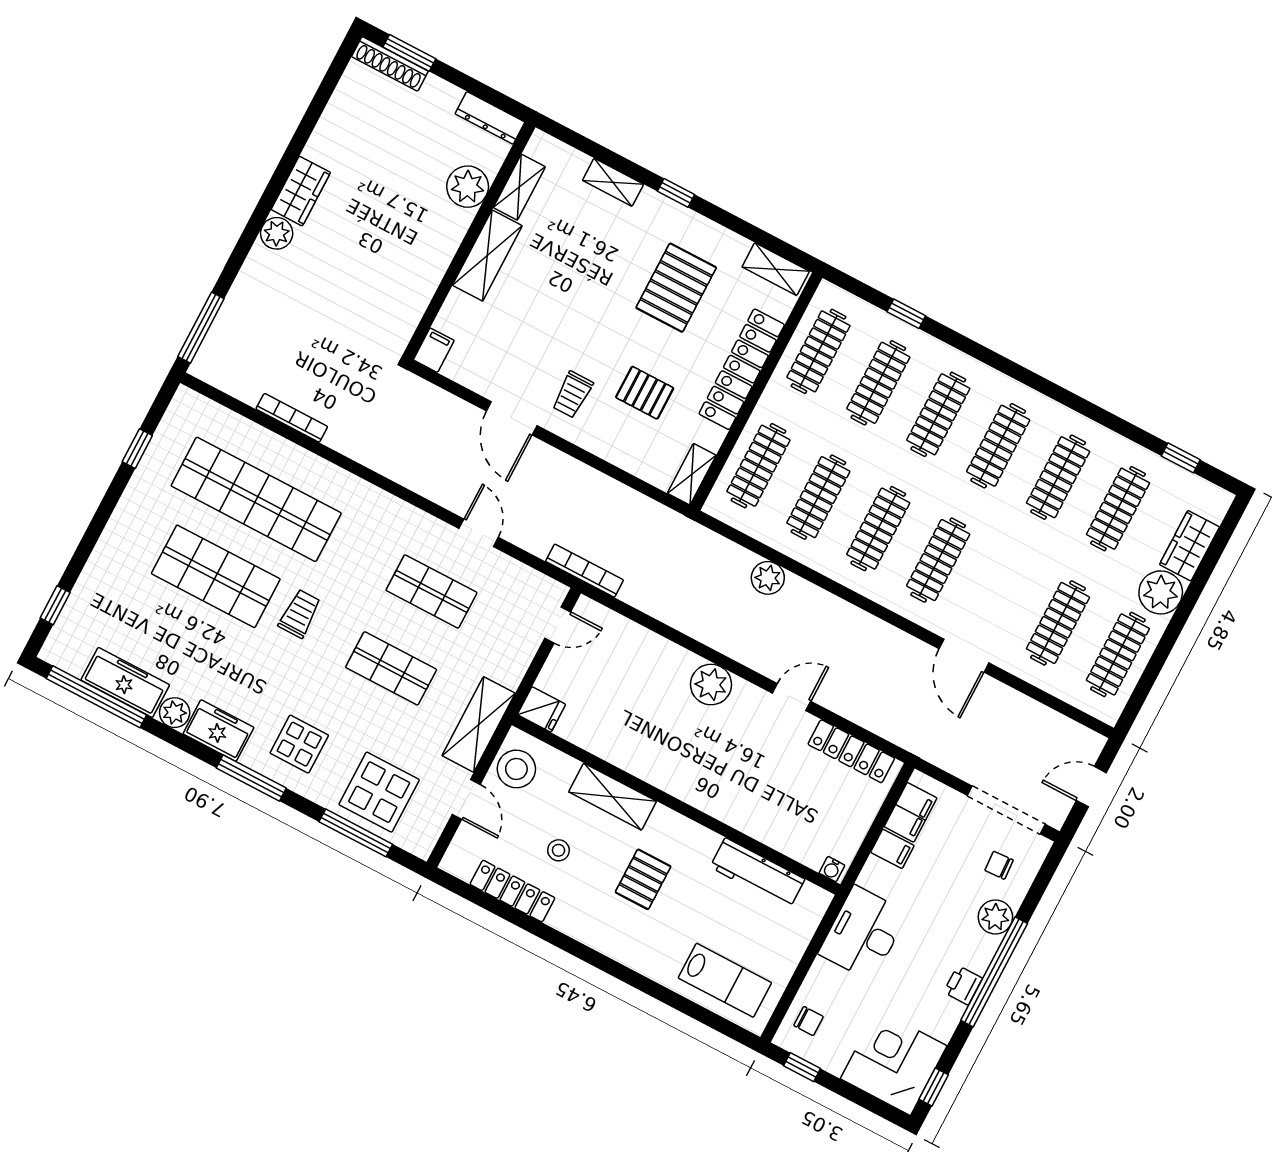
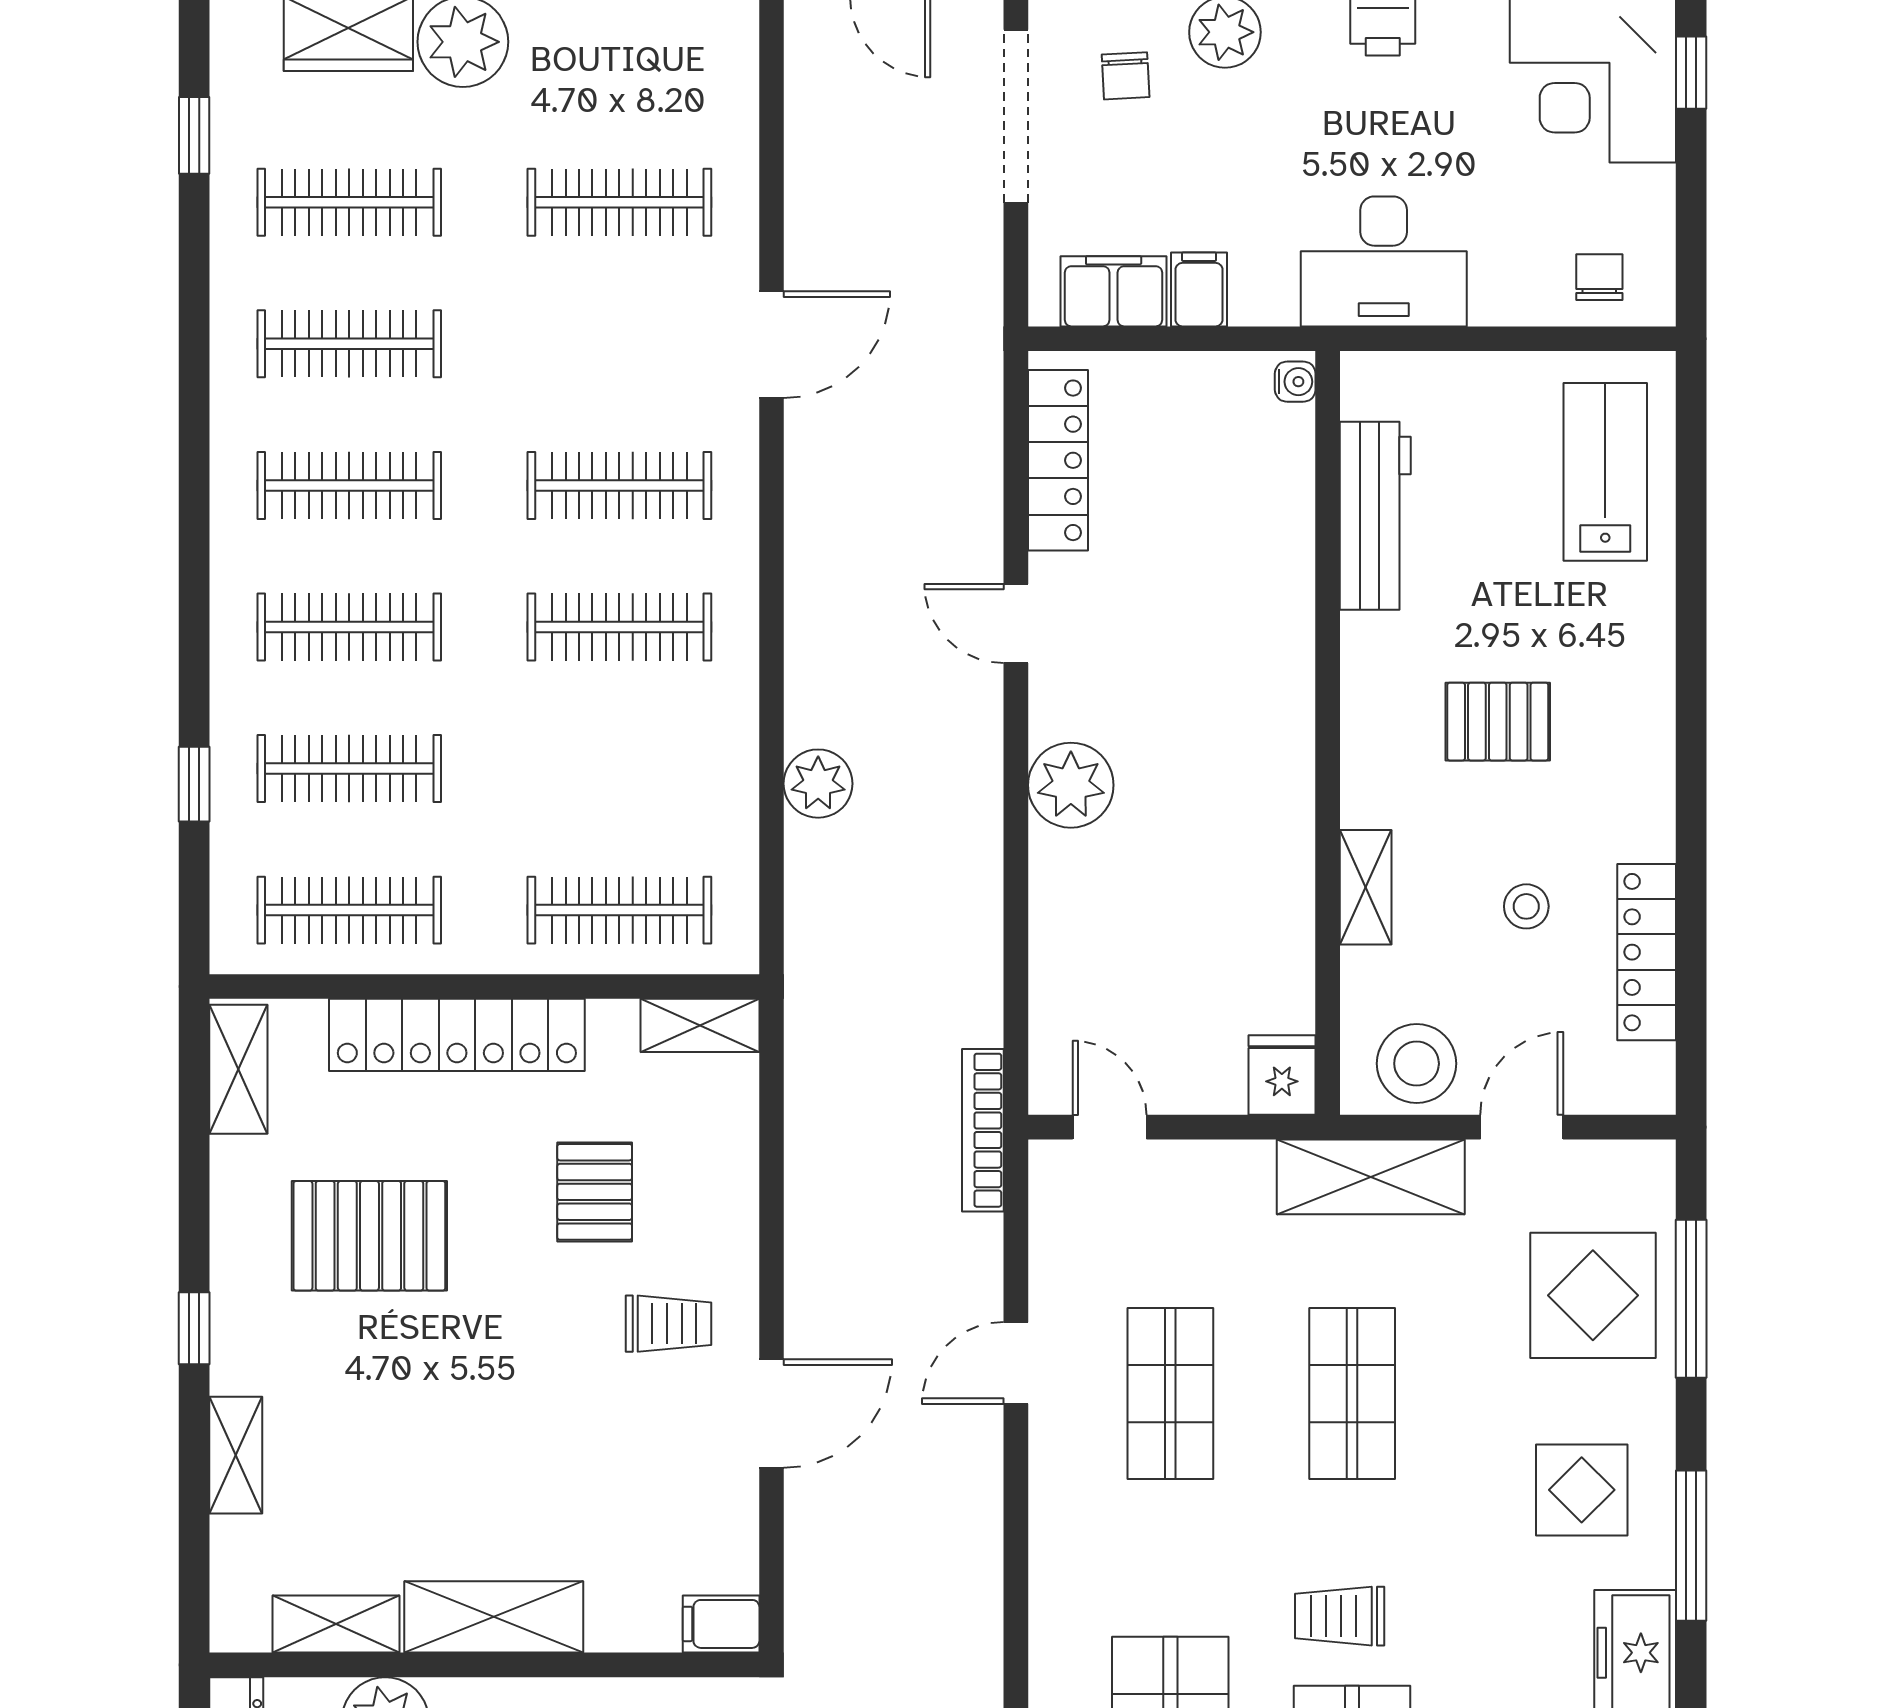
clothes rail: (818, 497) -> (619, 769), removed
clothes rail: (1118, 654) -> (619, 61), removed
shelving: (613, 797) -> (1366, 887), width x0.67, depth x0.75
window: (802, 1067) -> (1691, 73), moved

